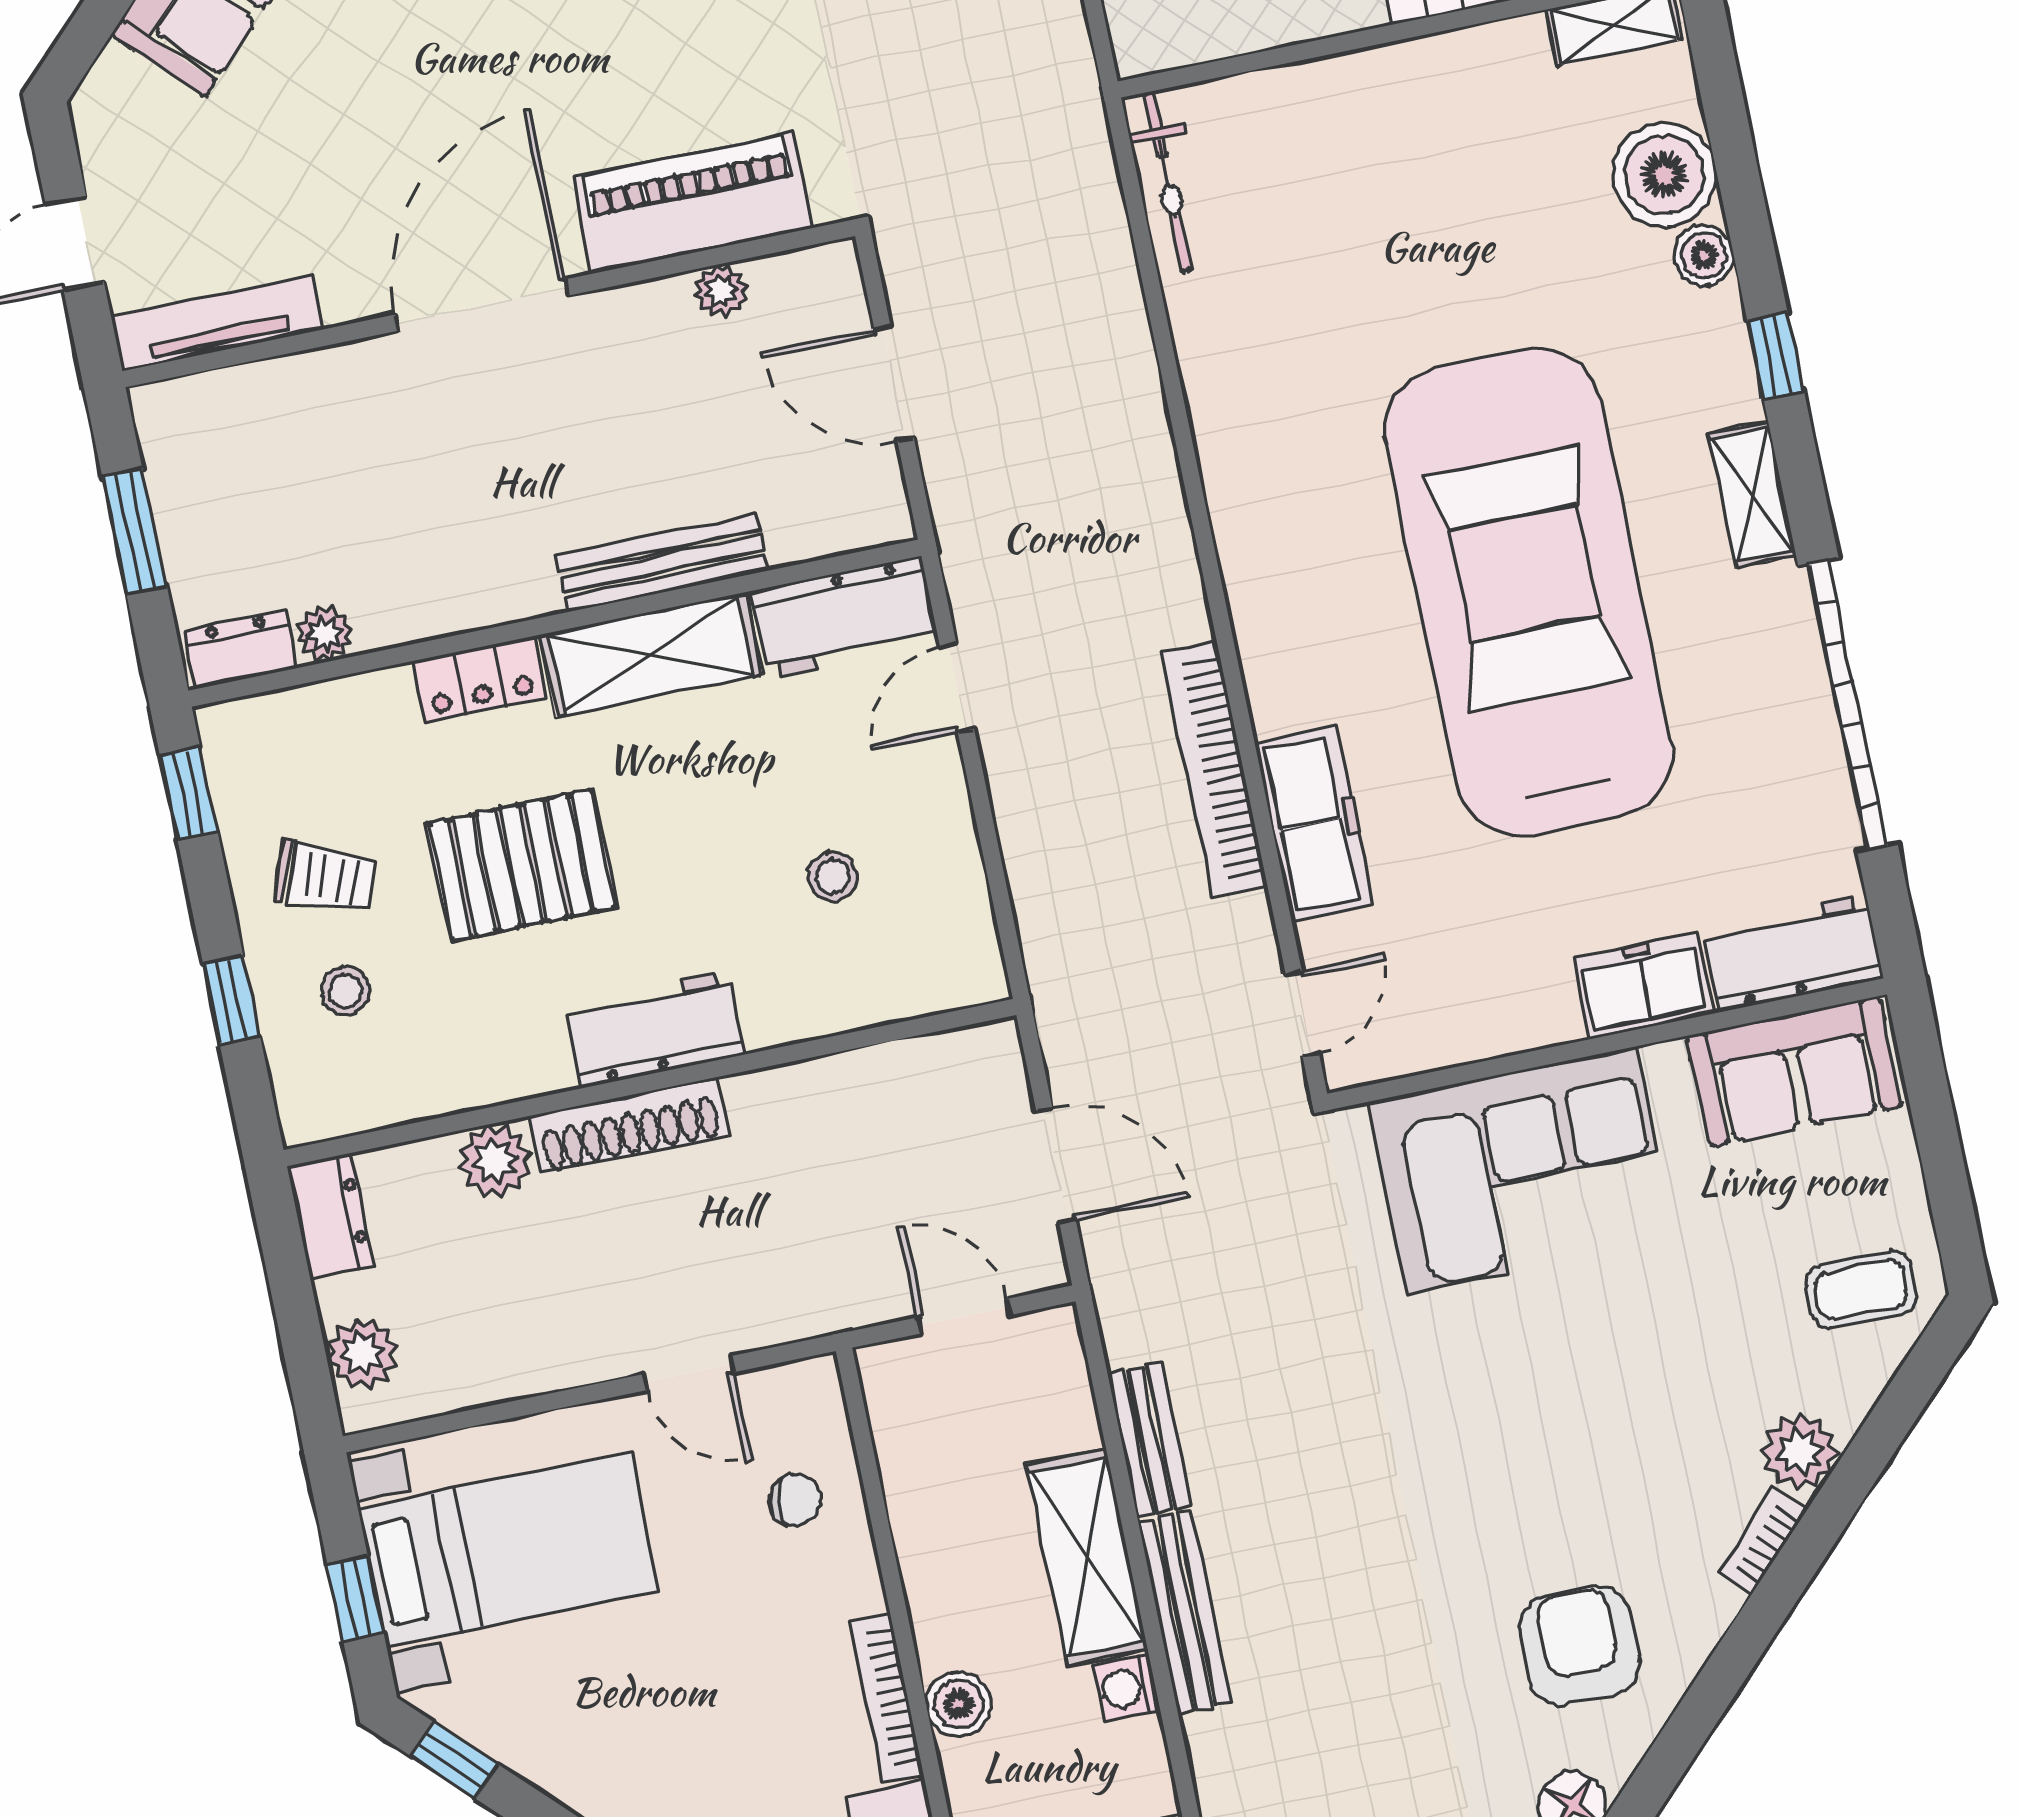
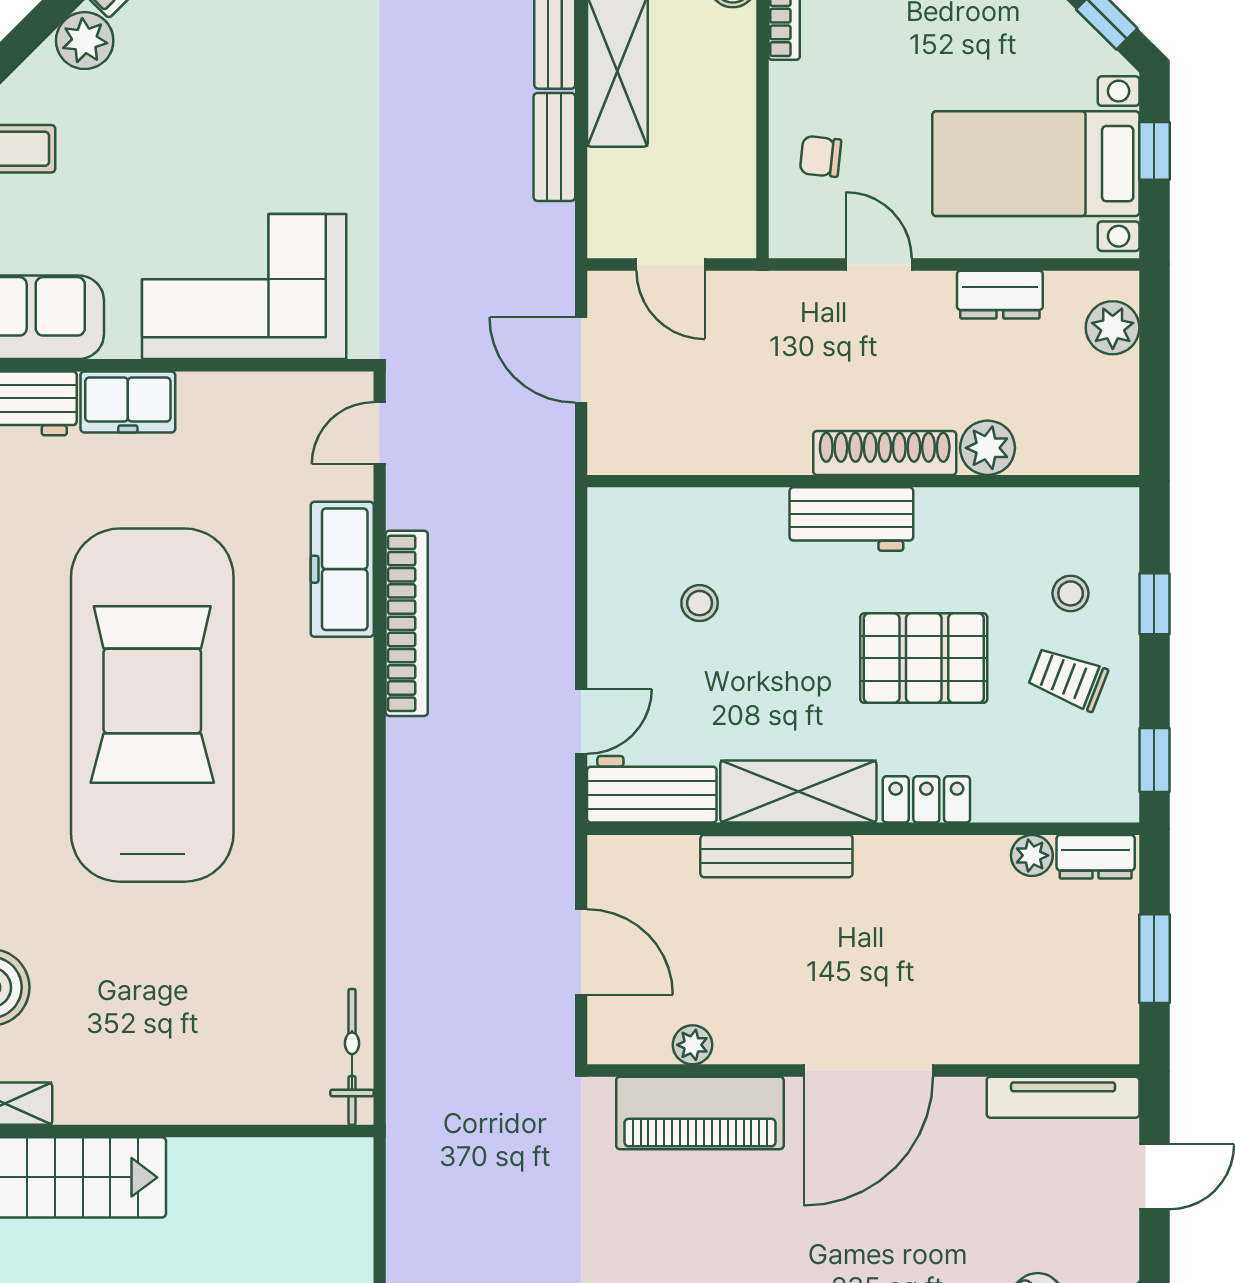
car: (1528, 592) -> (152, 705), turned 180
dresser: (330, 1216) -> (1000, 295), moved, turned -90

